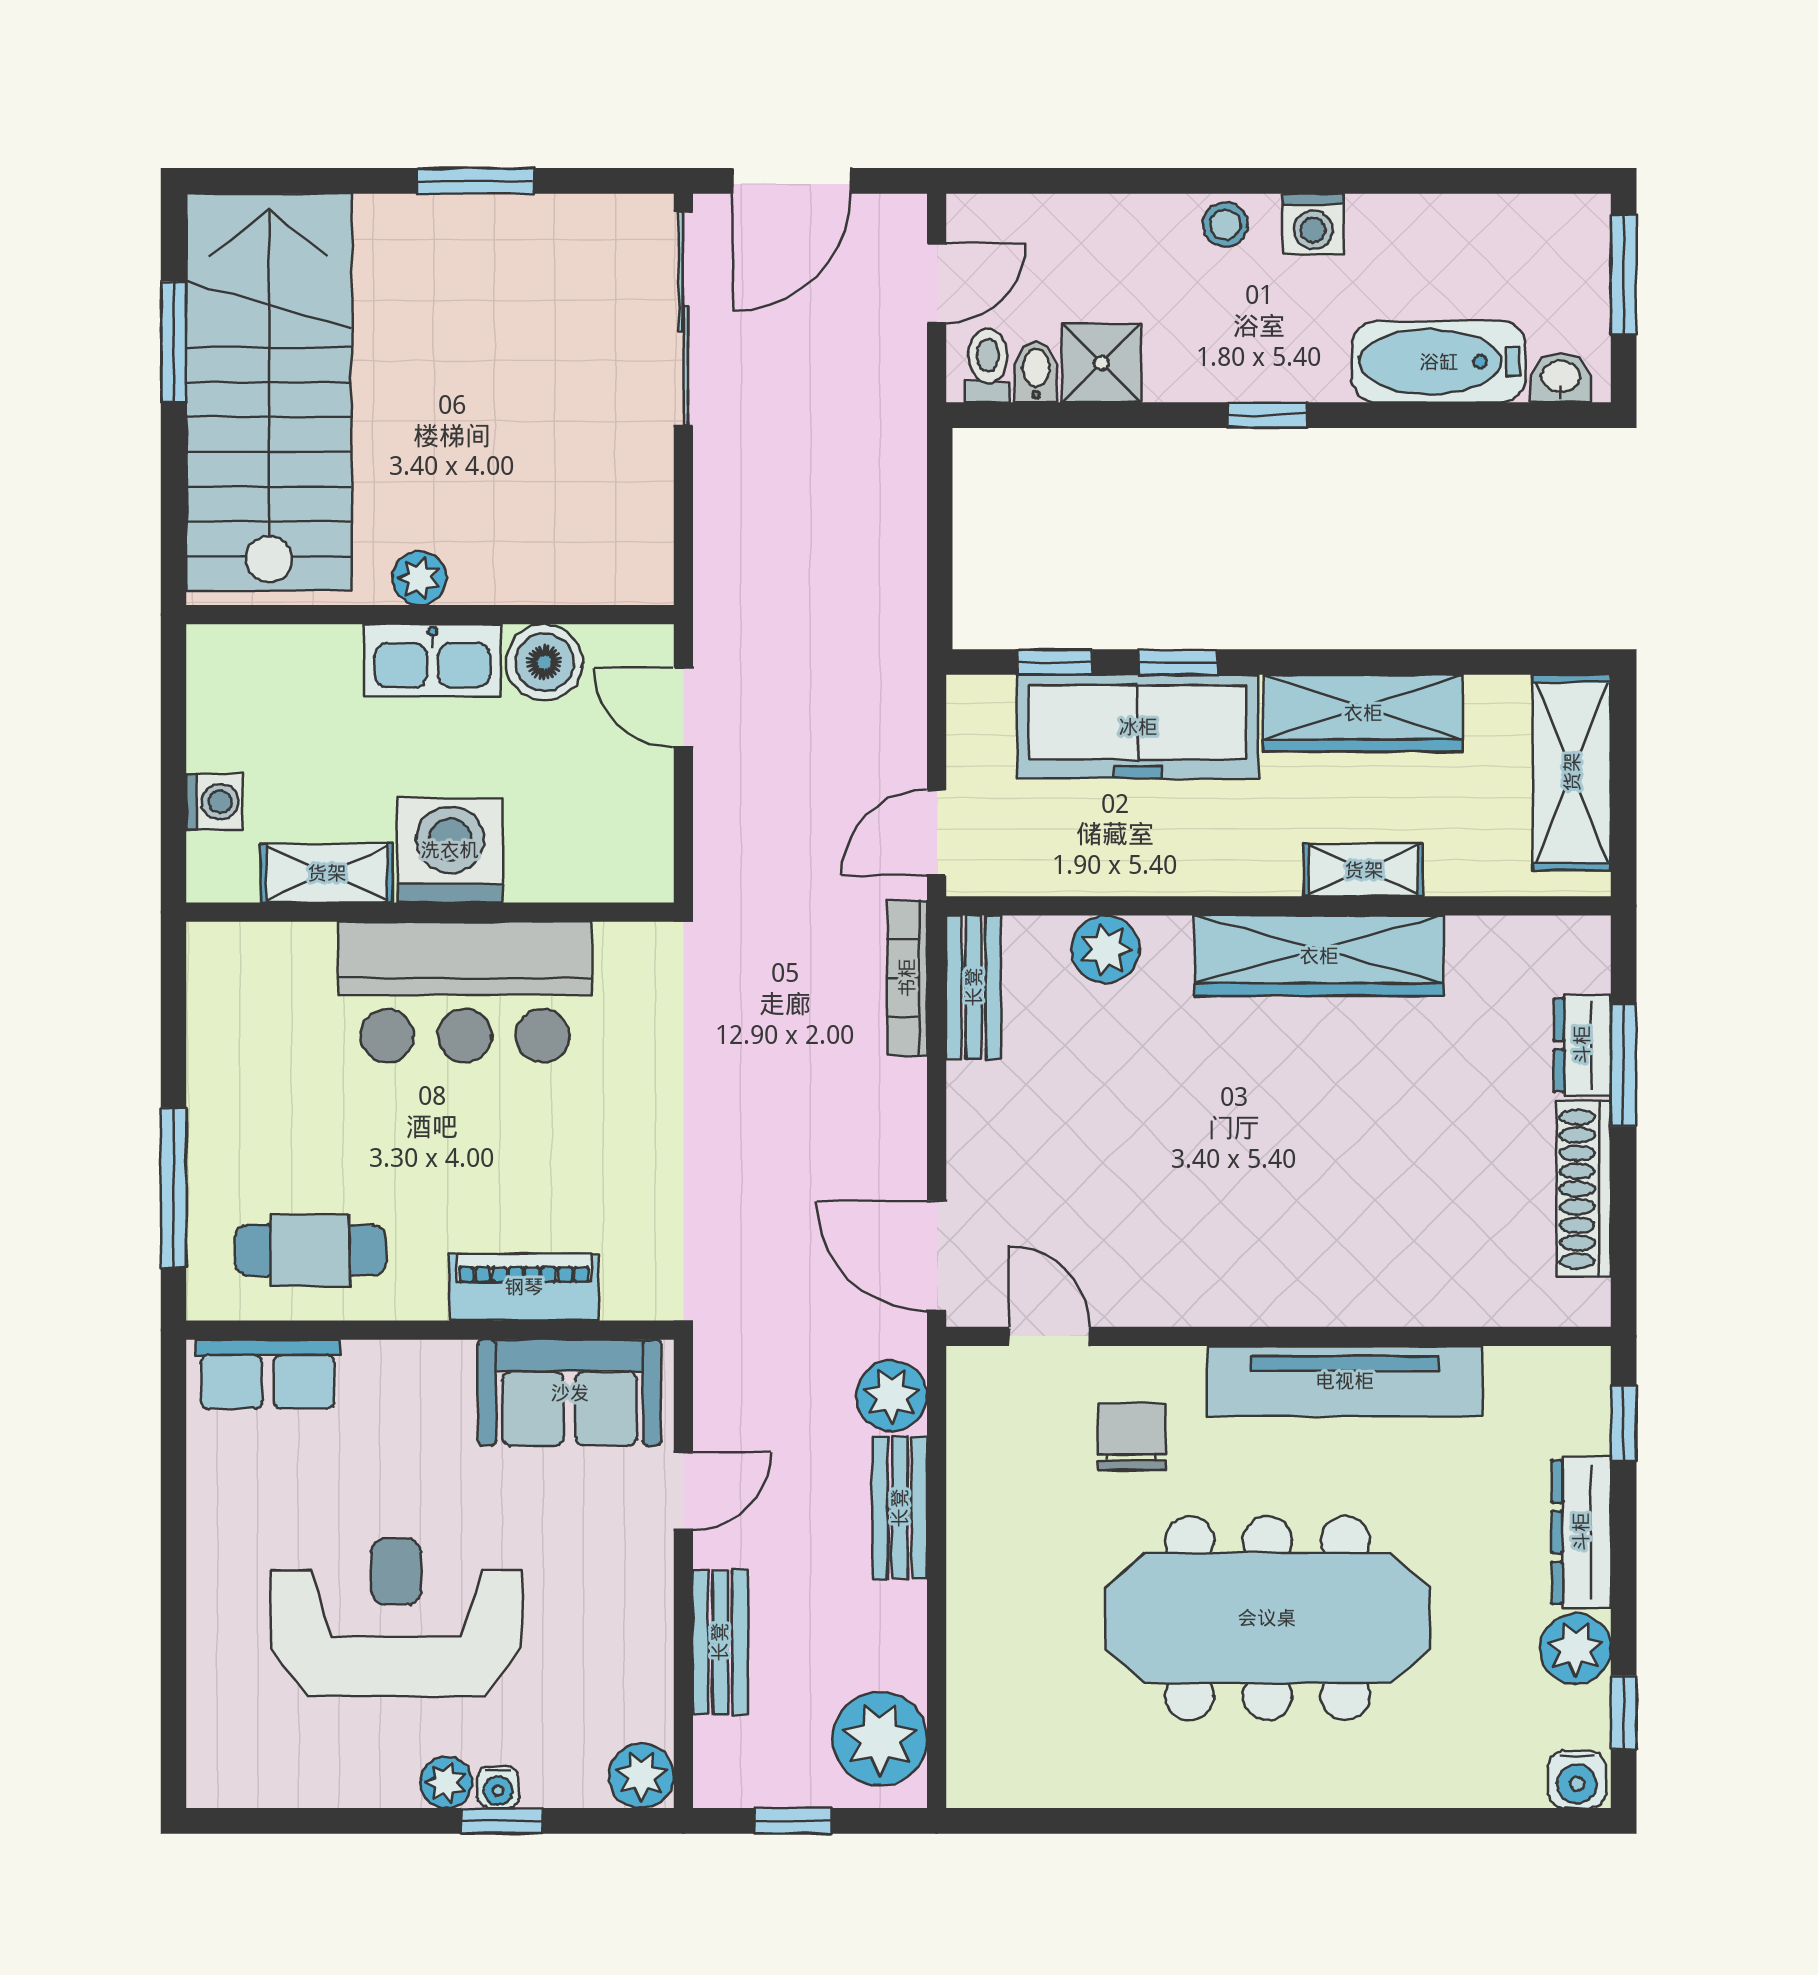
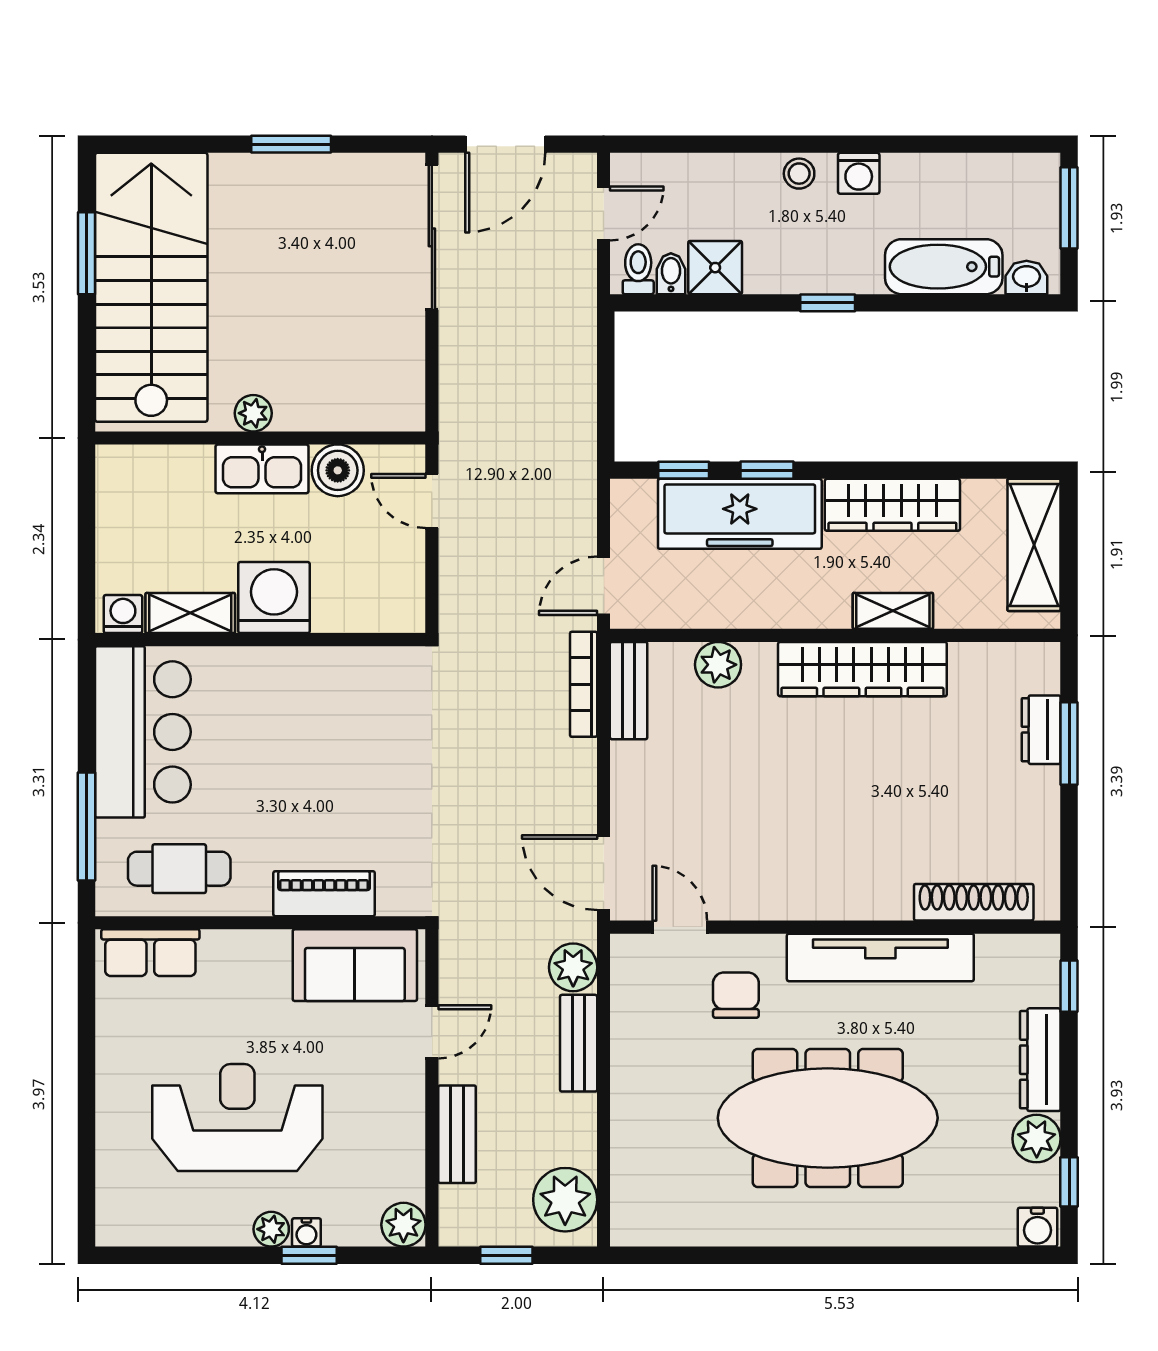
washing machine: (214, 802) -> (123, 614), moved, turned -90
bar counter: (465, 992) -> (143, 732), moved, turned -90
shoe rack: (1584, 1189) -> (974, 902), moved, turned 90

